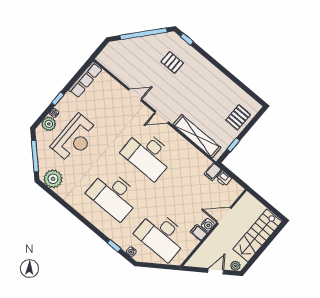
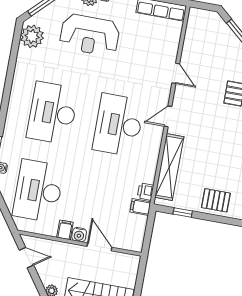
door: (162, 117) -> (168, 116), hinge flipped
printer: (224, 179) -> (146, 192), moved
door: (216, 271) -> (26, 258), moved

